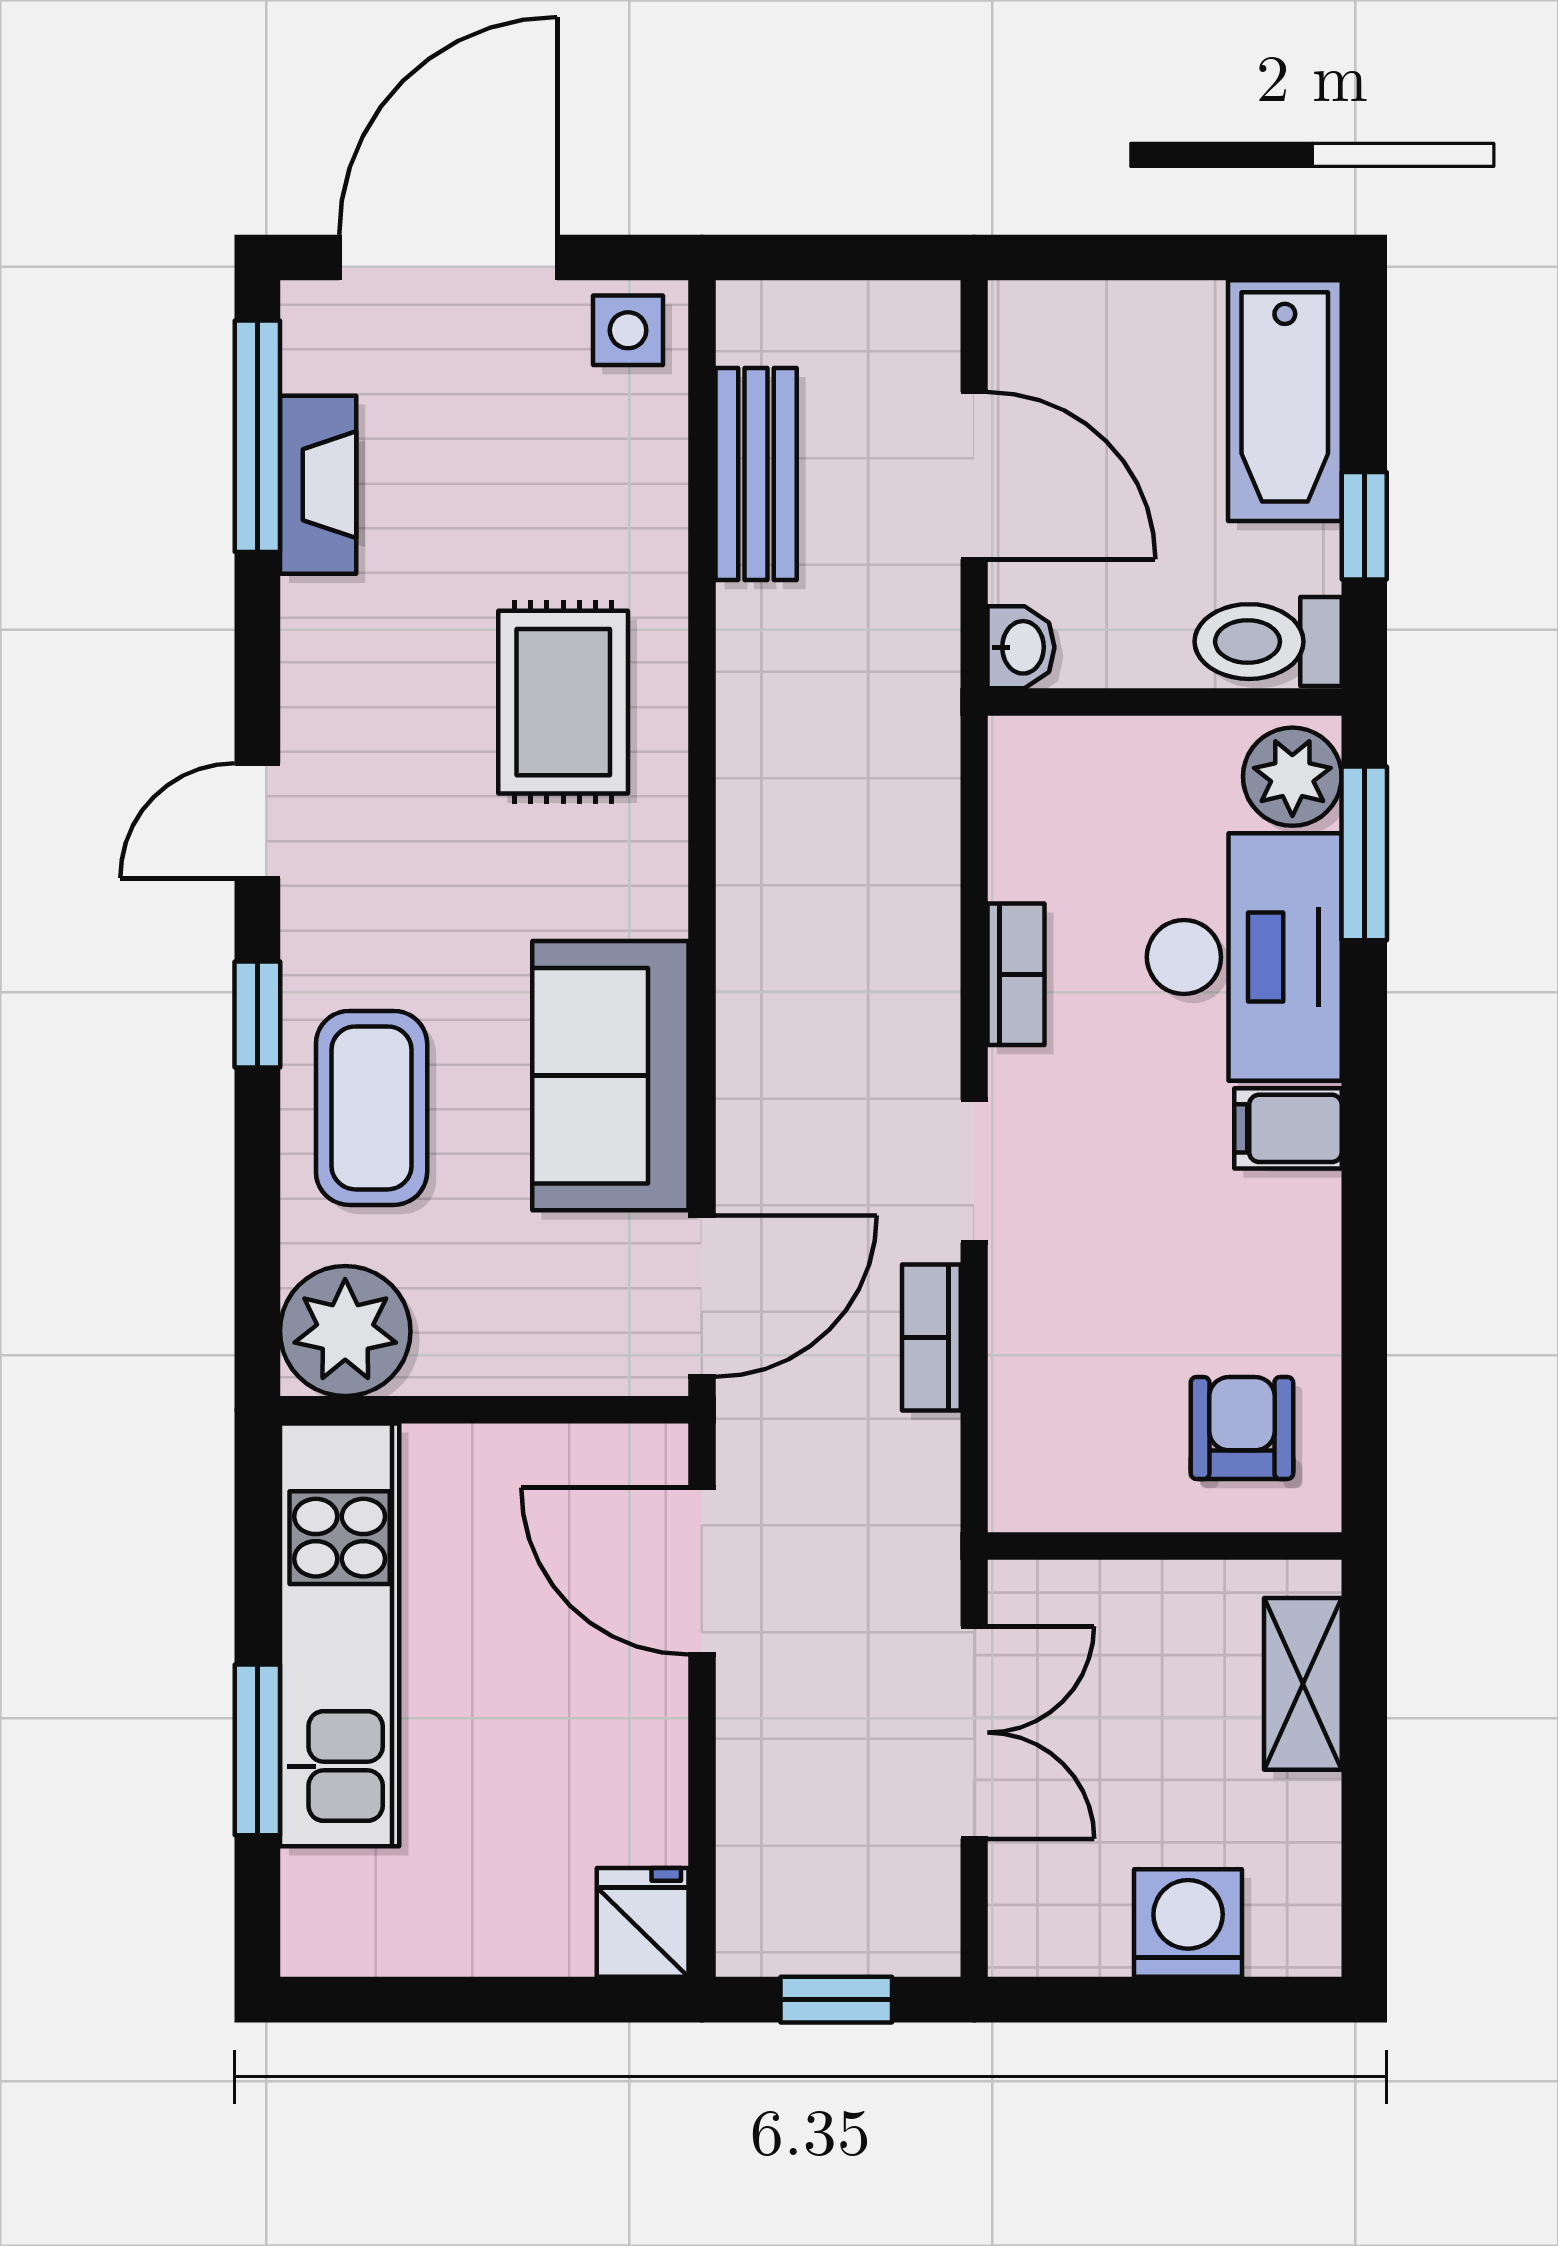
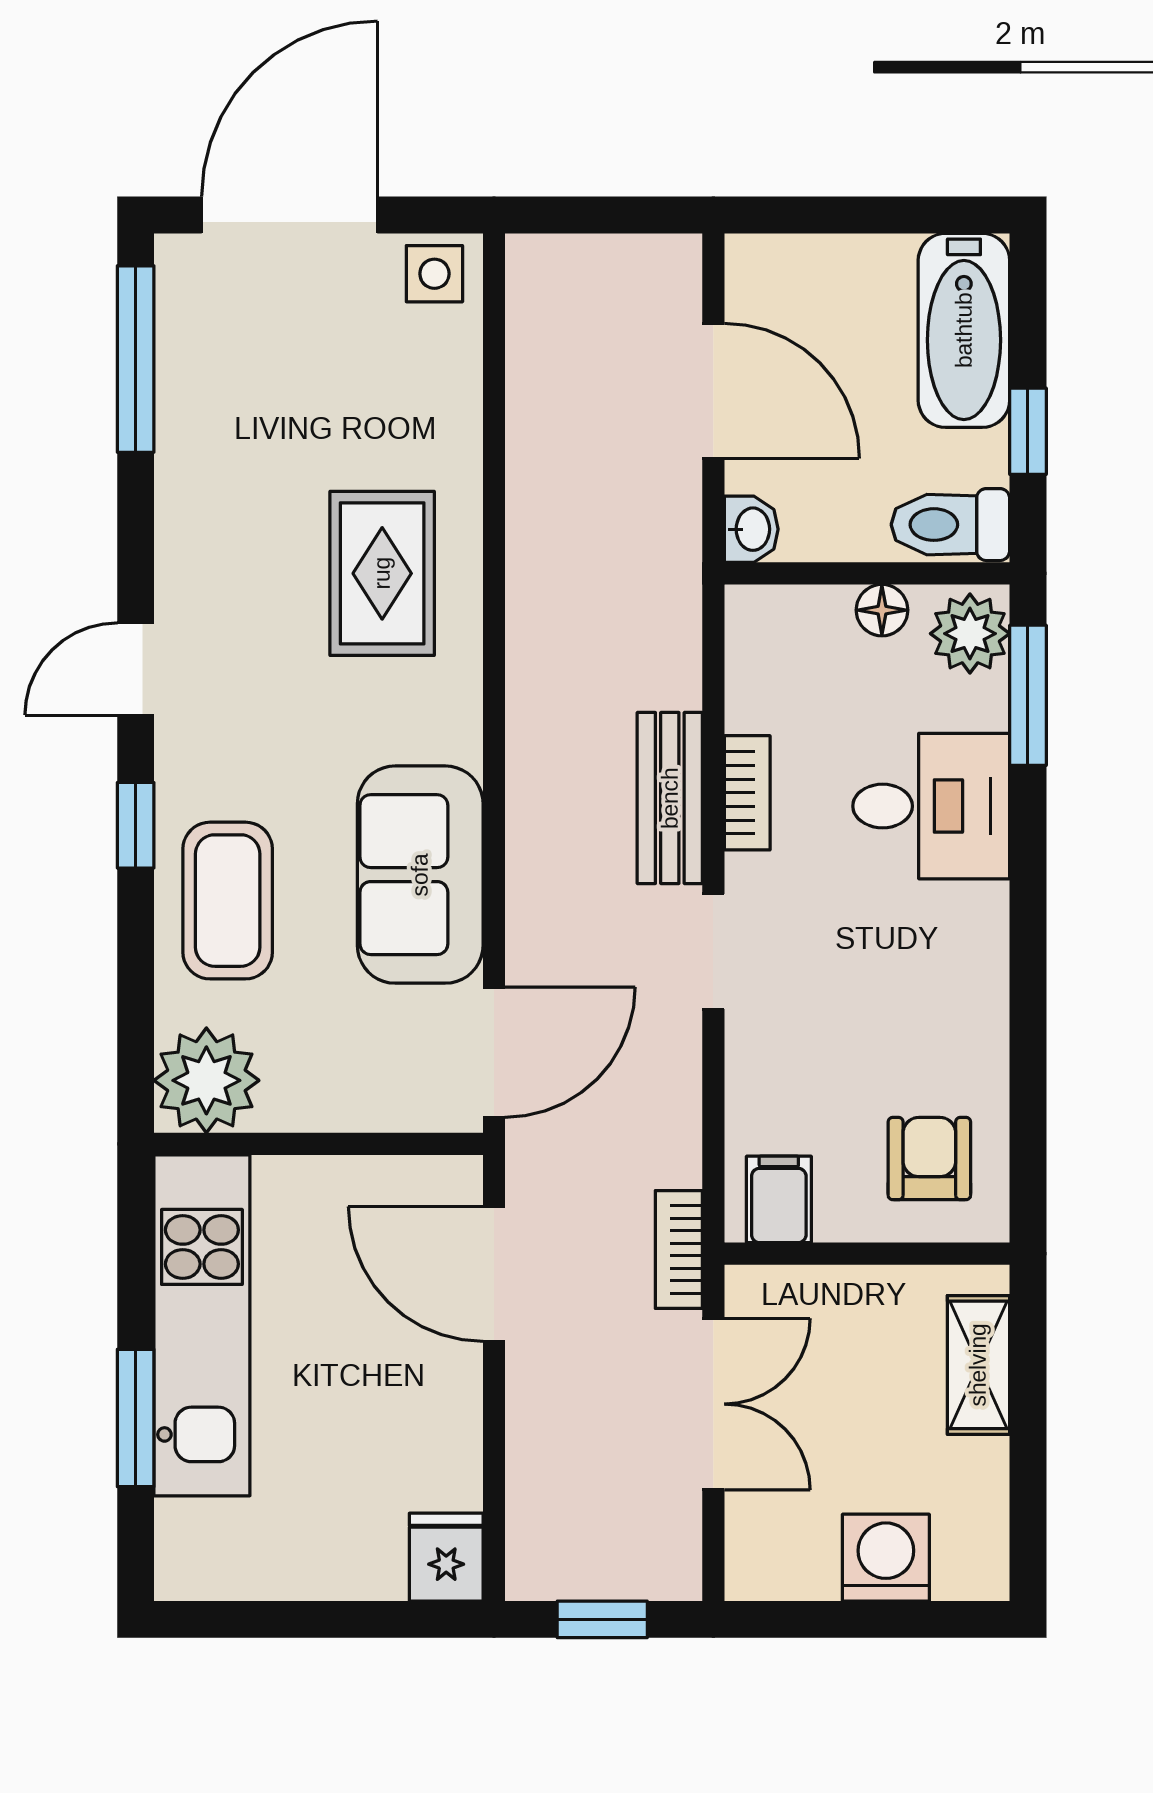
bench: (756, 474) -> (670, 798), moved
fireplace: (318, 485) -> (185, 398), removed
floor lamp: (1183, 748) -> (882, 610), added
desk: (1244, 957) -> (931, 806), width x0.73
filing cabinet: (1288, 1128) -> (779, 1199), moved, turned 90
bookcase: (931, 1338) -> (679, 1250), moved

